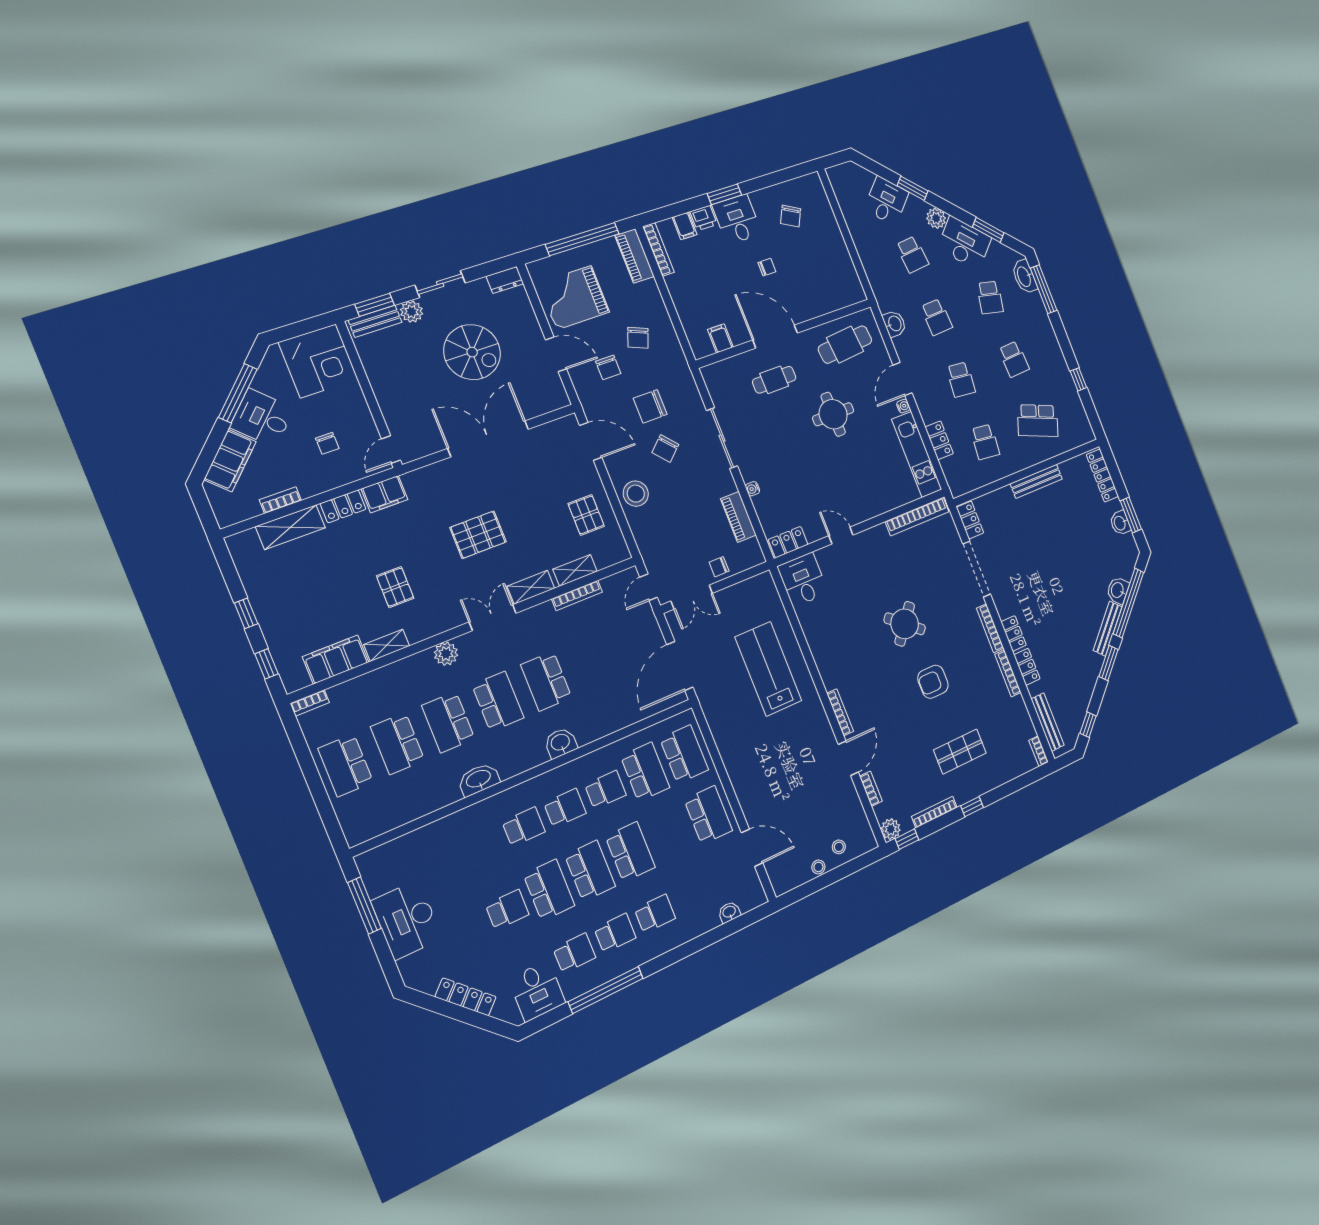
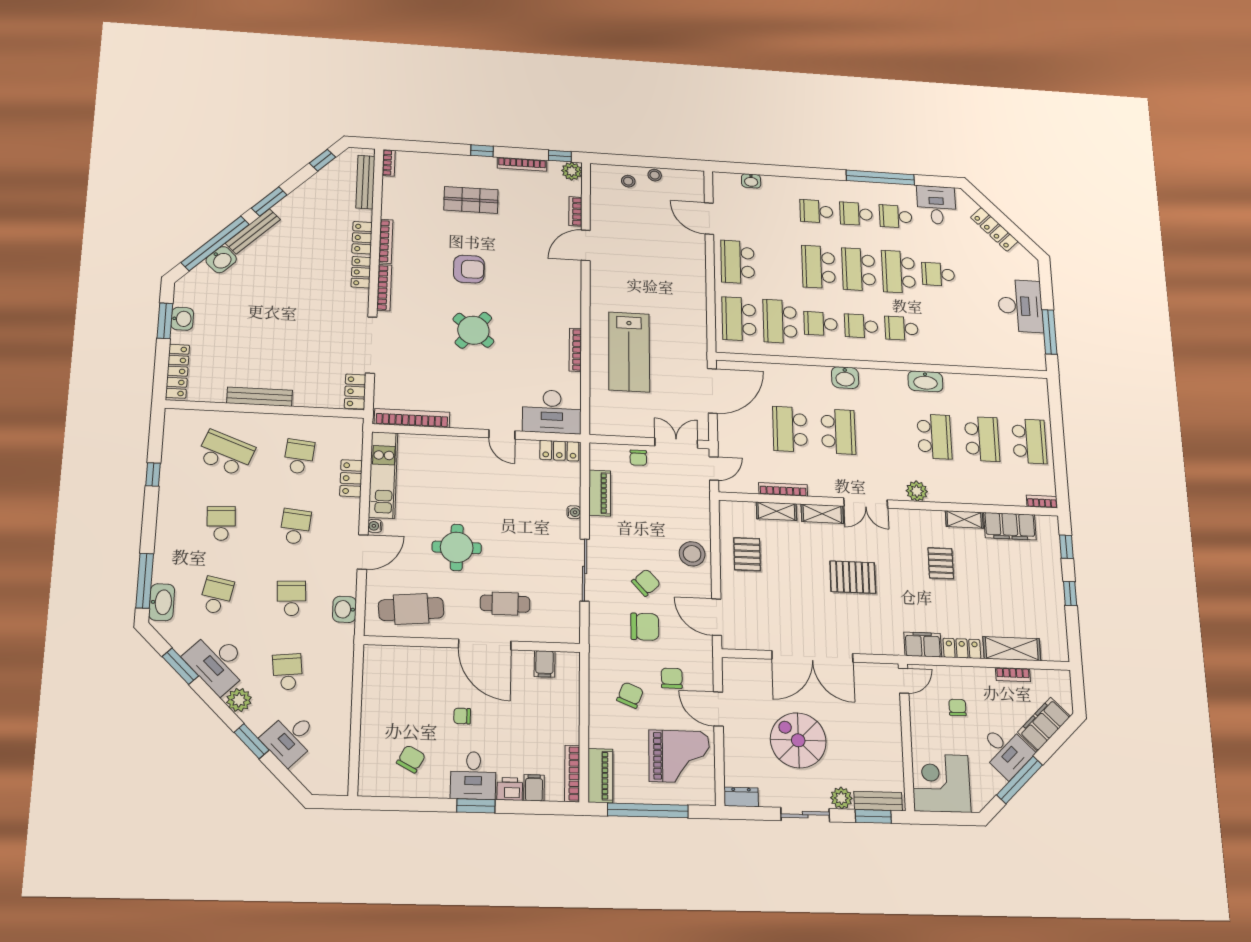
chair: (719, 567) -> (638, 458), turned 90
desk: (803, 580) -> (552, 412), width x1.37
school desk: (498, 701) -> (790, 429), moved
bookcase: (840, 712) -> (575, 350), moved

